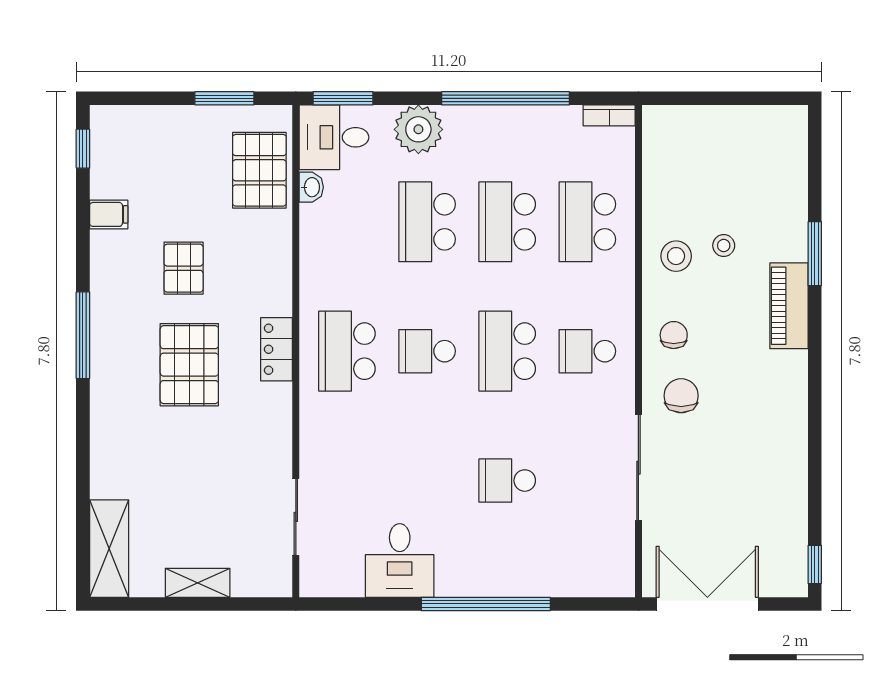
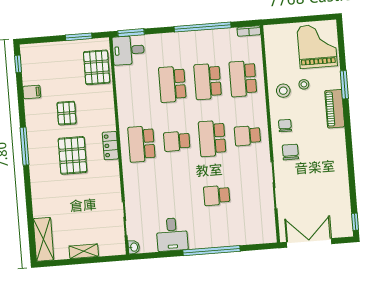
plant: (418, 129) -> (165, 44), removed
grand piano: (760, 161) -> (317, 46), added
washbasin: (311, 187) -> (134, 247), moved

